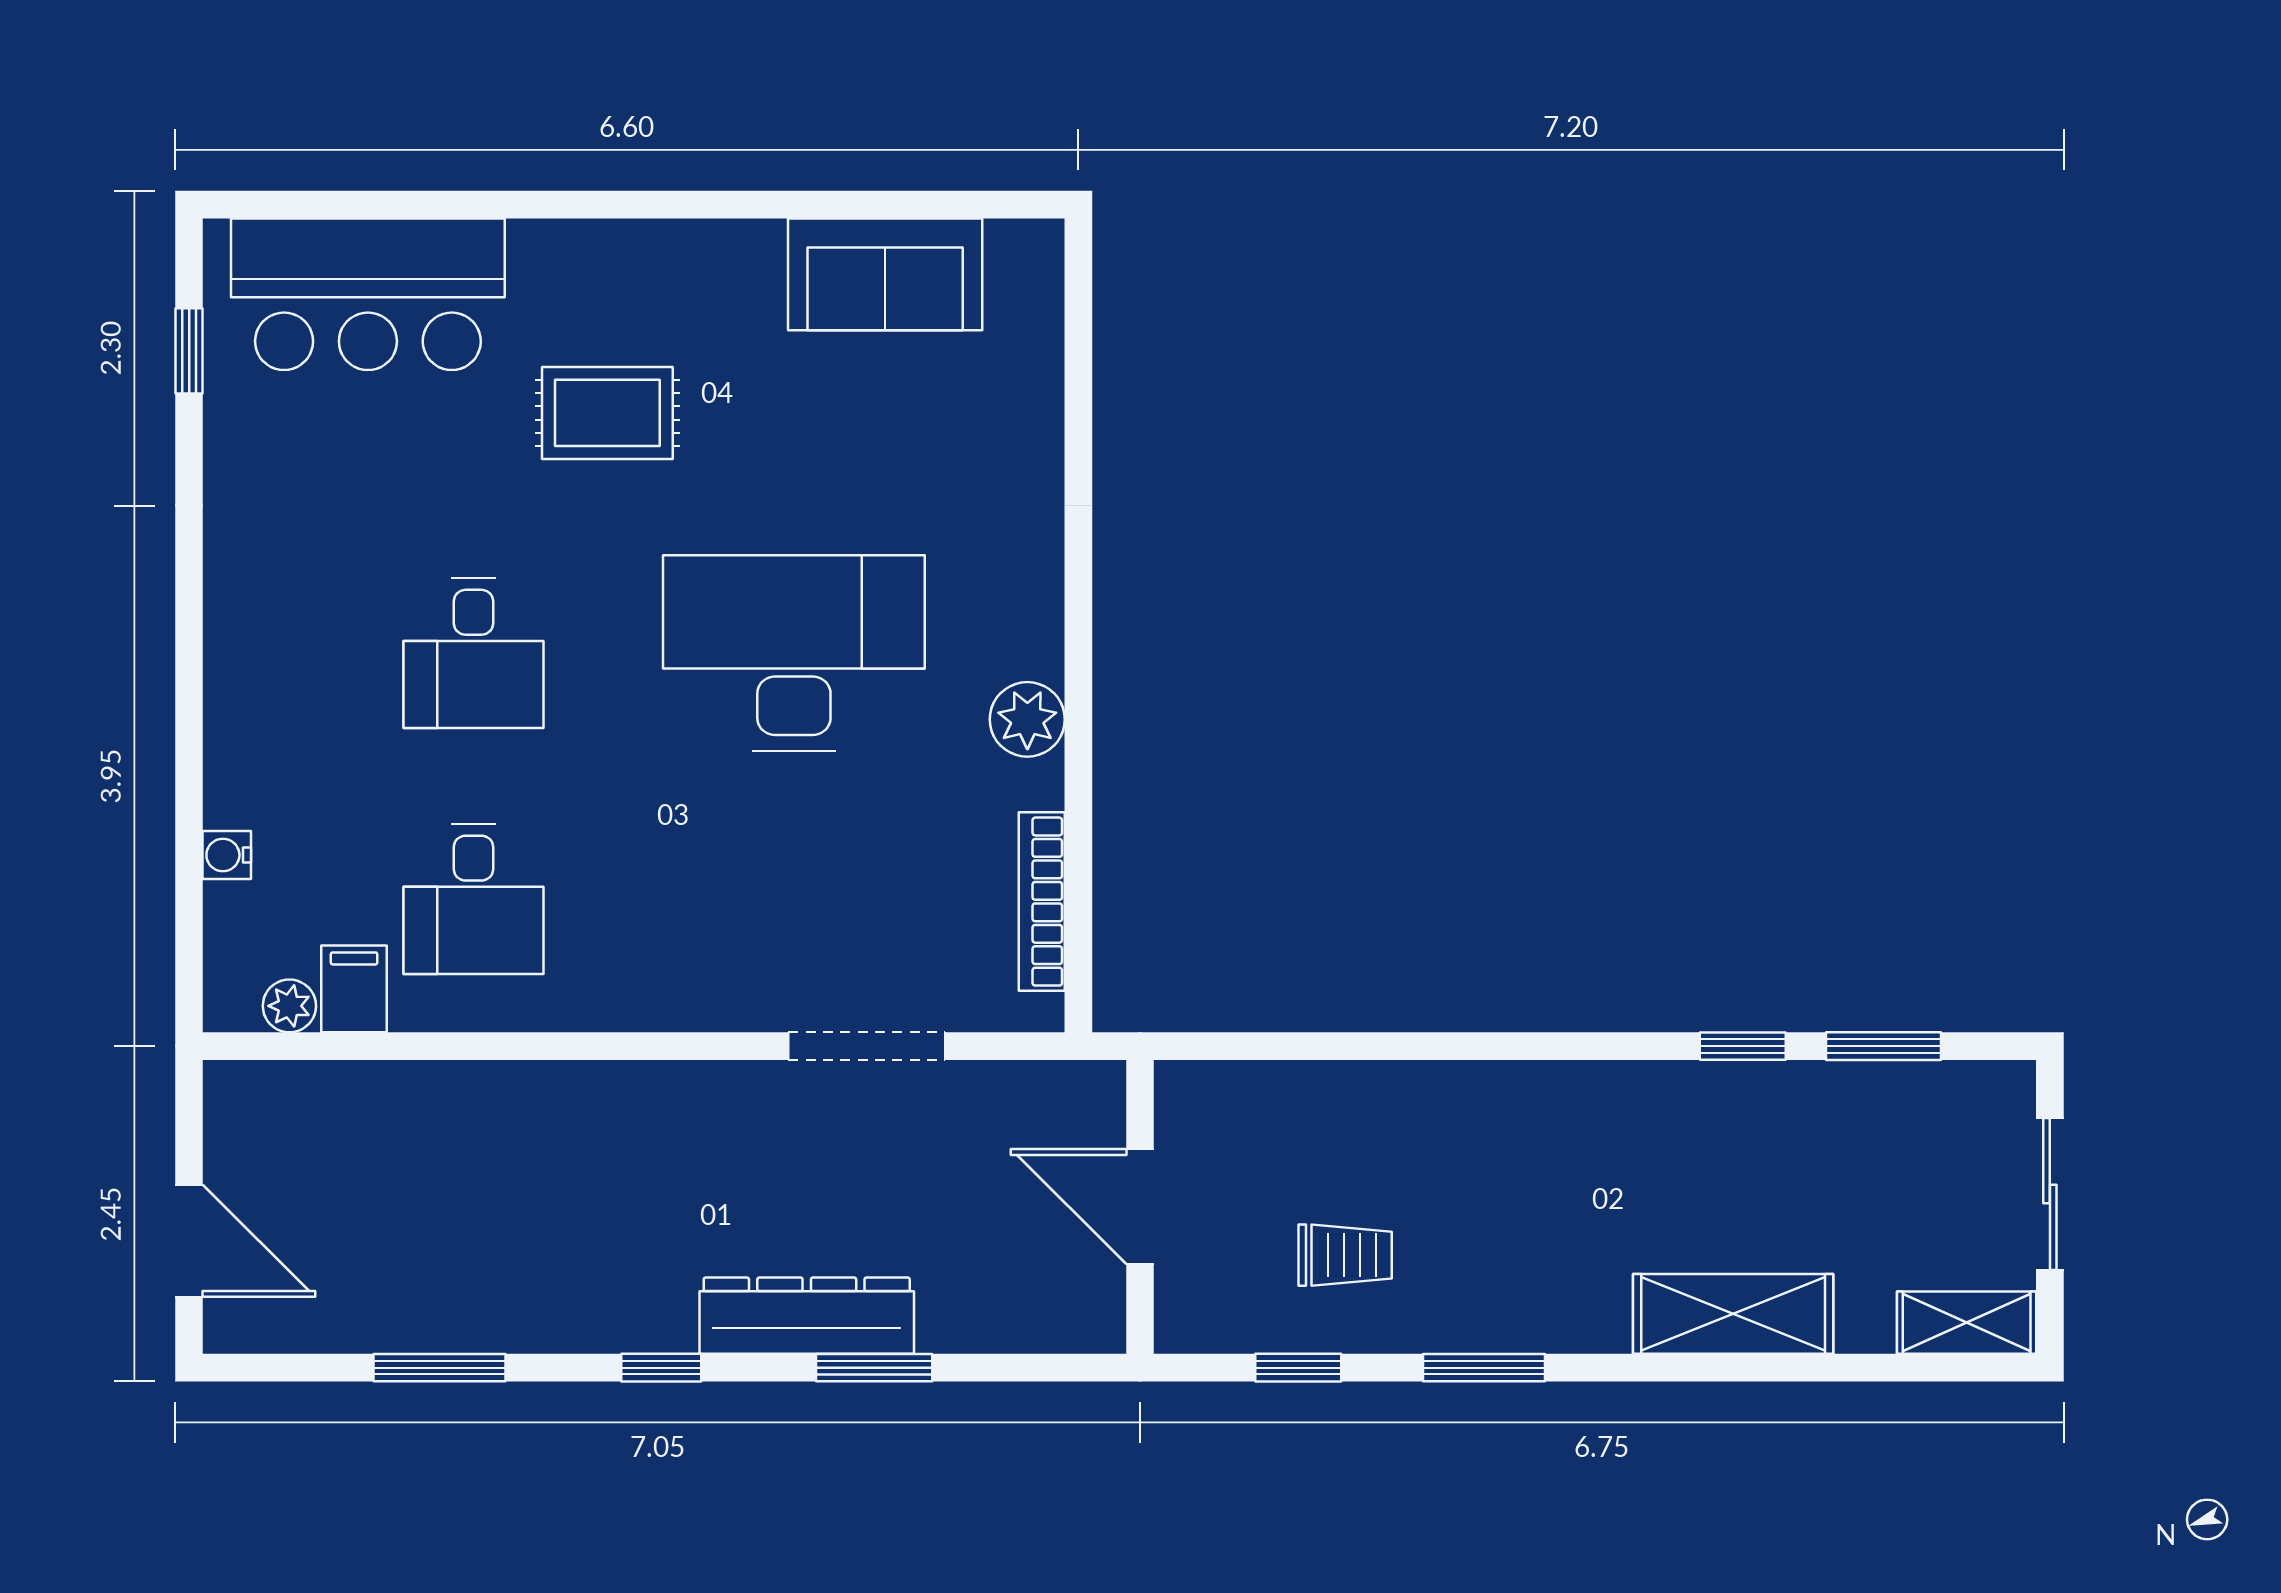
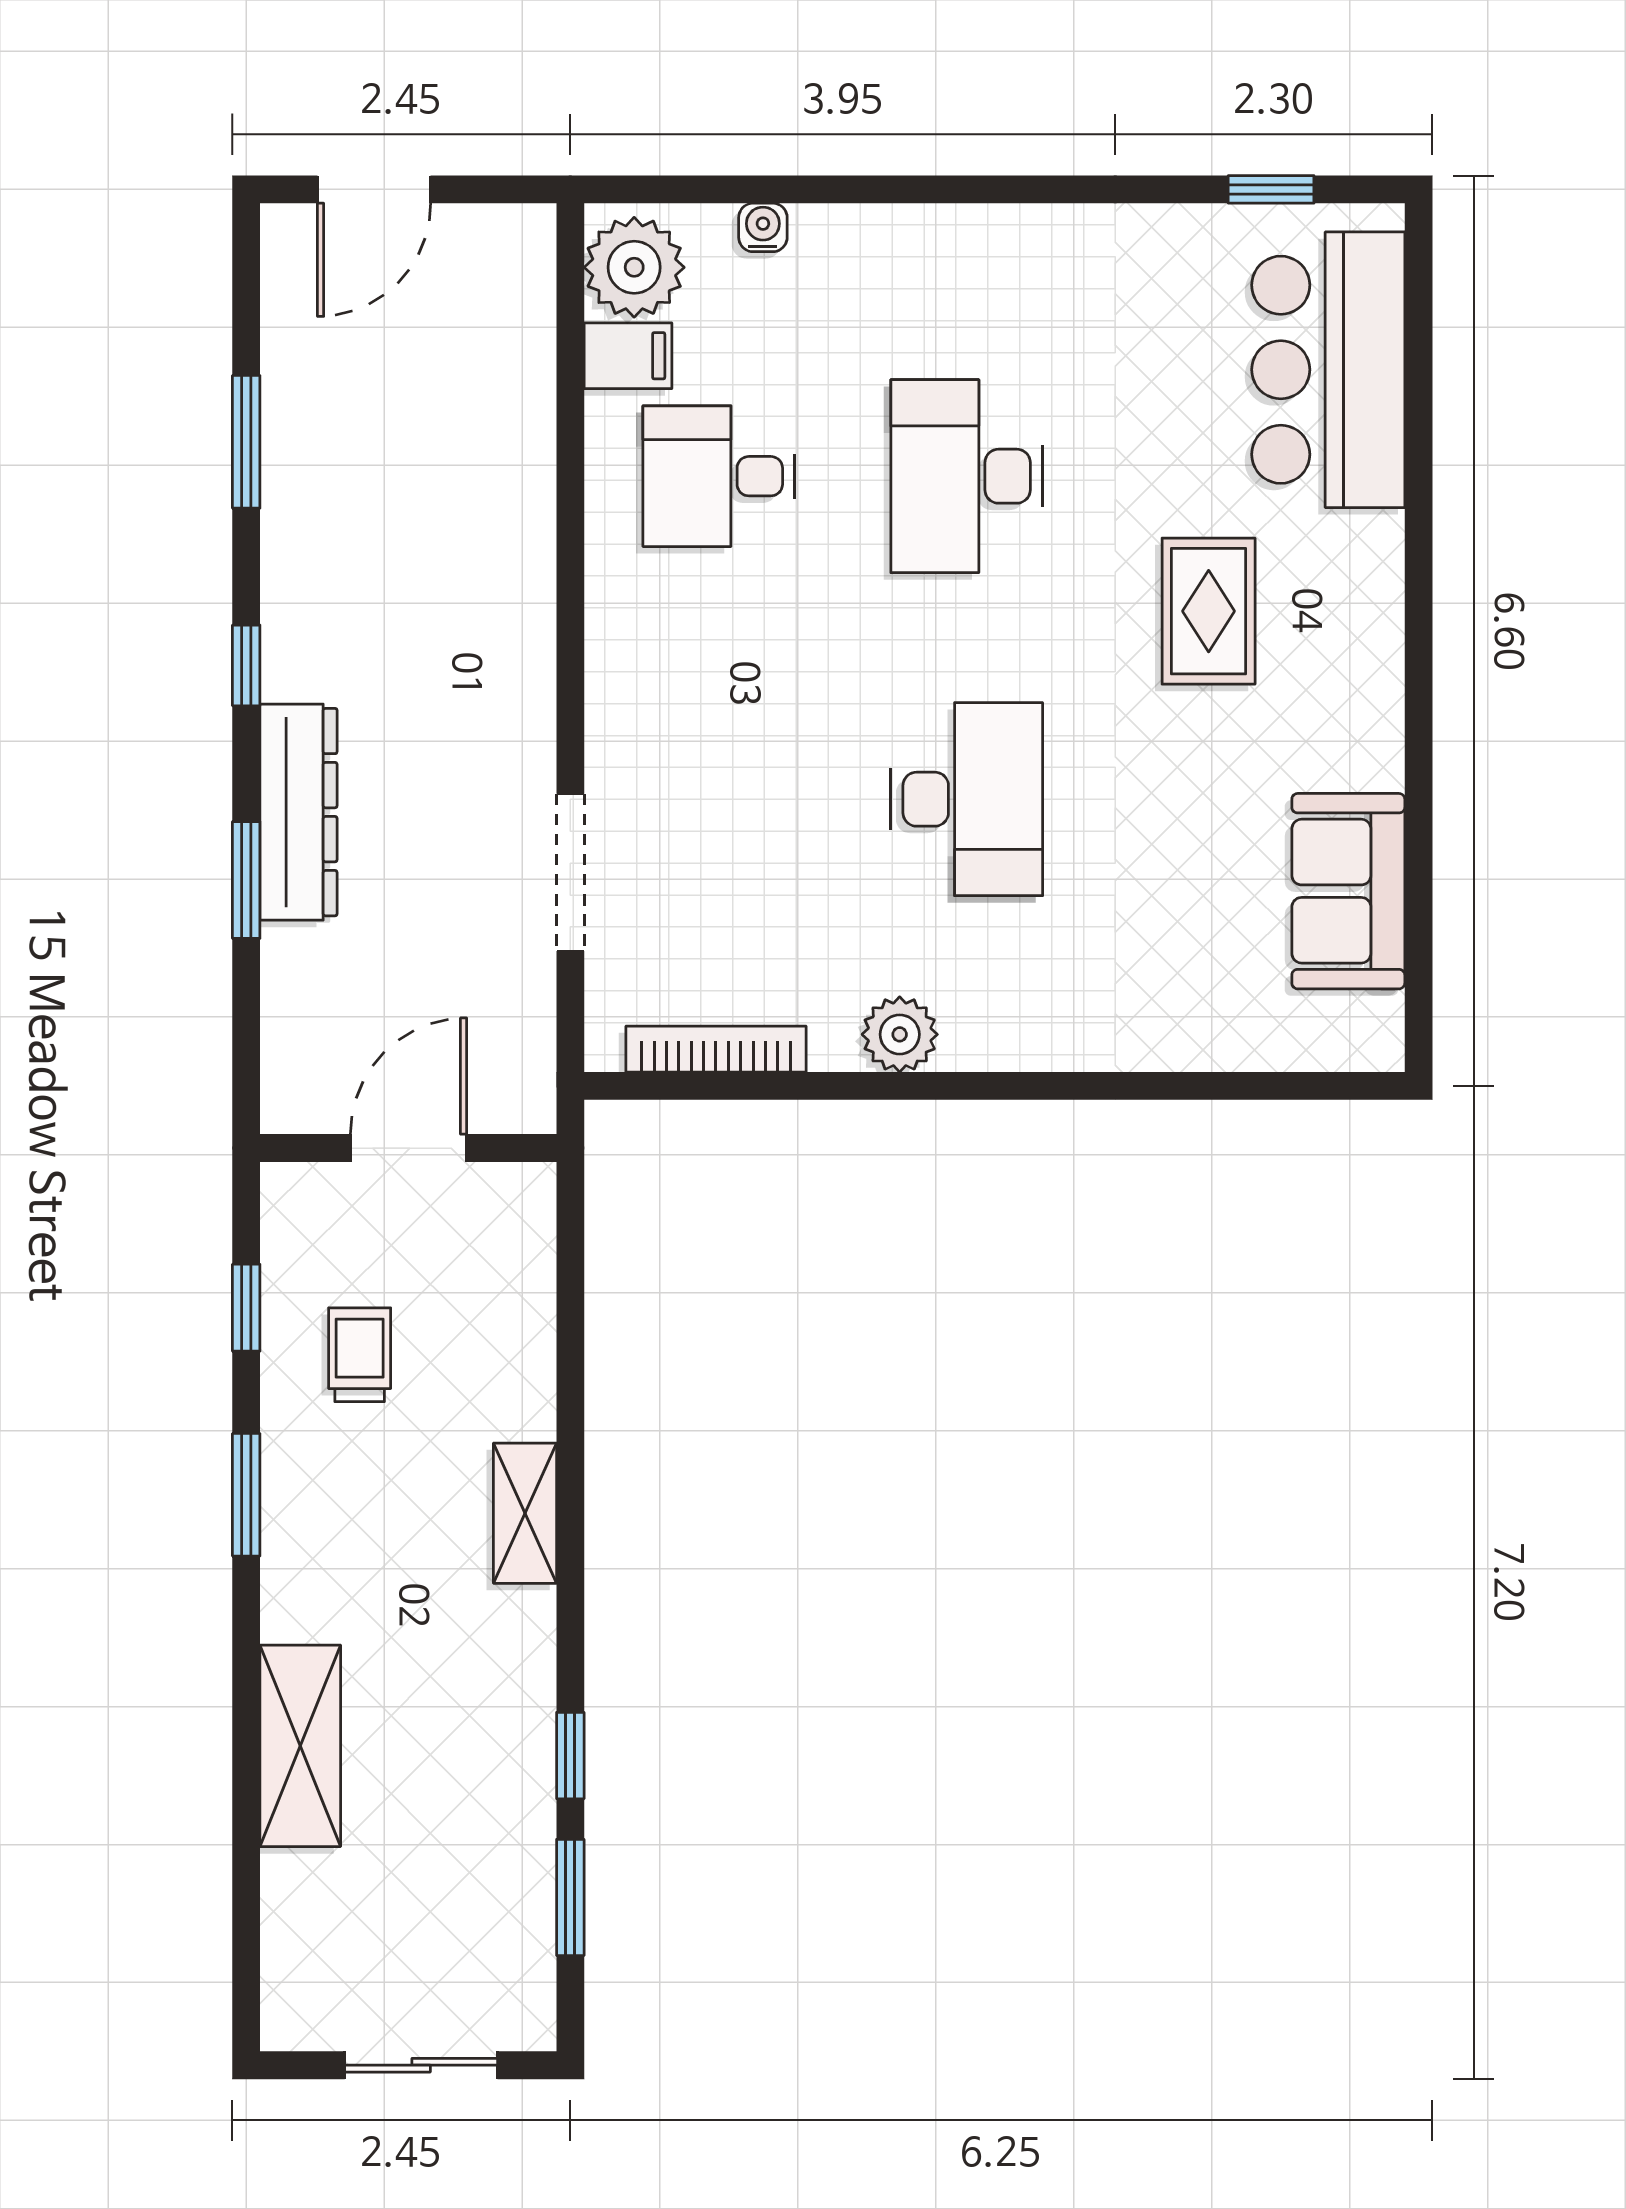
desk: (473, 653) -> (967, 476), width x1.37
desk: (794, 653) -> (967, 799), width x0.73, depth x0.77
plant: (289, 1006) -> (634, 267), width x1.88, depth x1.88
trolley: (1345, 1255) -> (360, 1355), turned 180
shelving: (1967, 1323) -> (525, 1513), moved

